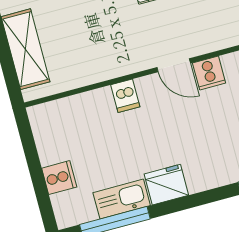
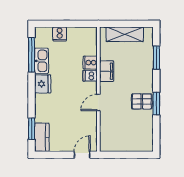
filing cabinet: (108, 66) -> (107, 71), added
cooker: (209, 73) -> (90, 63), moved

